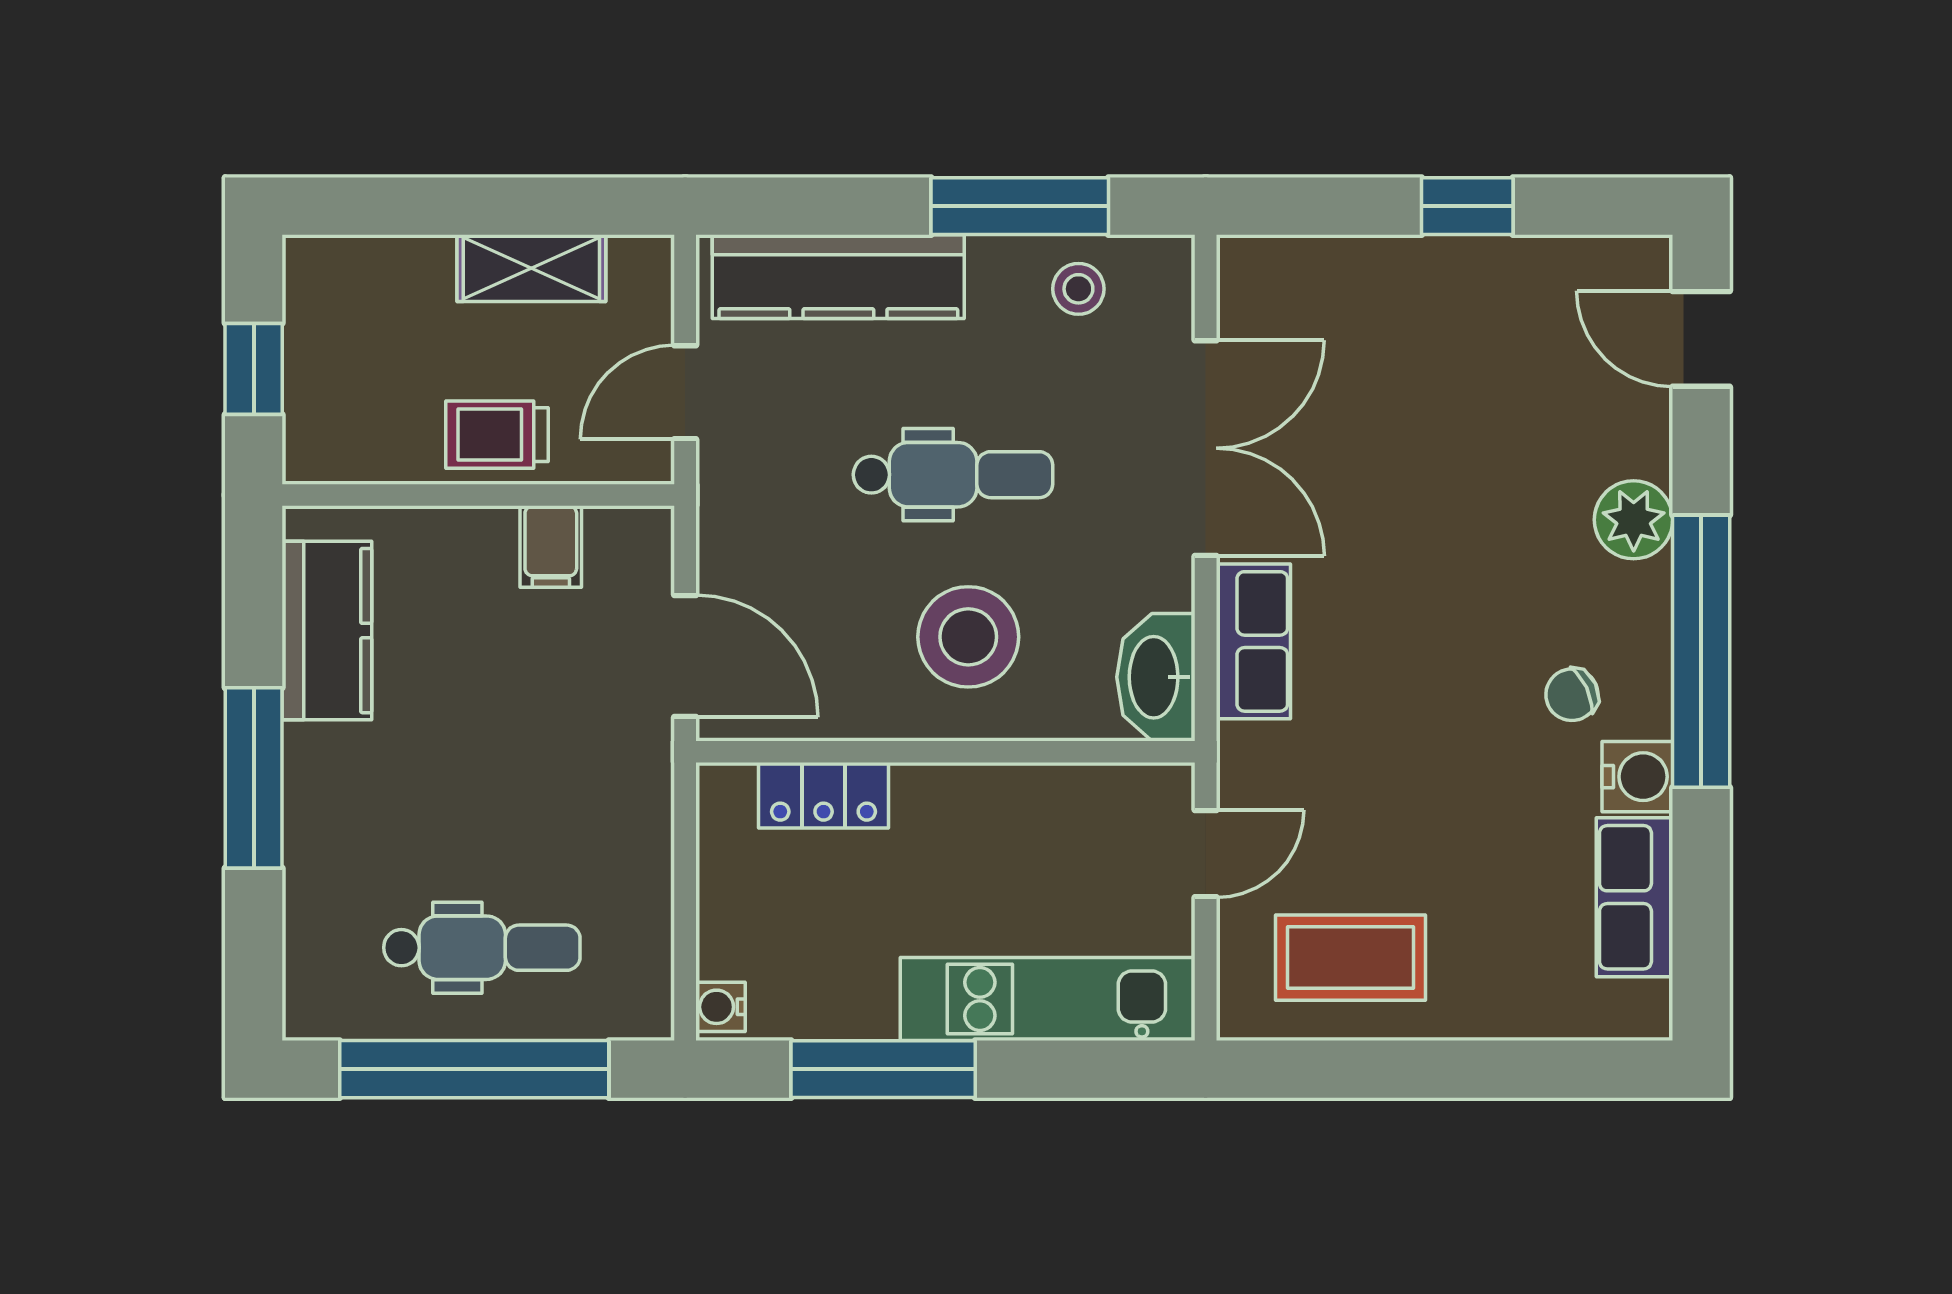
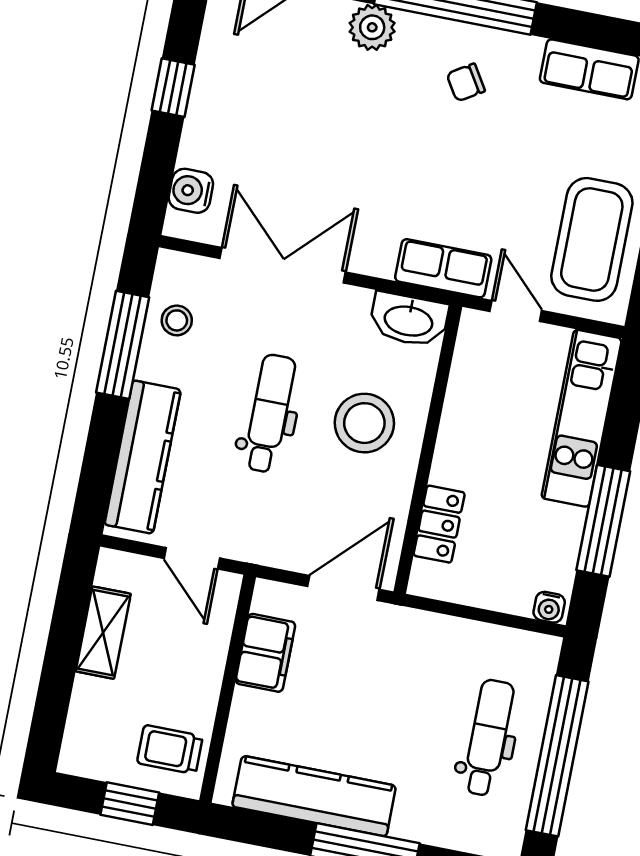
trolley: (497, 435) -> (170, 750), moved, turned 90
filing cabinet: (551, 547) -> (265, 653), width x2.00
kitchen counter: (327, 631) -> (314, 796), width x1.50
row of seats: (1253, 641) -> (443, 268), moved
chair: (1572, 695) -> (466, 82), turned 83
water cooler: (1637, 777) -> (191, 191), moved, turned -90
coffee table: (1350, 958) -> (592, 239), width x1.36, depth x1.32

